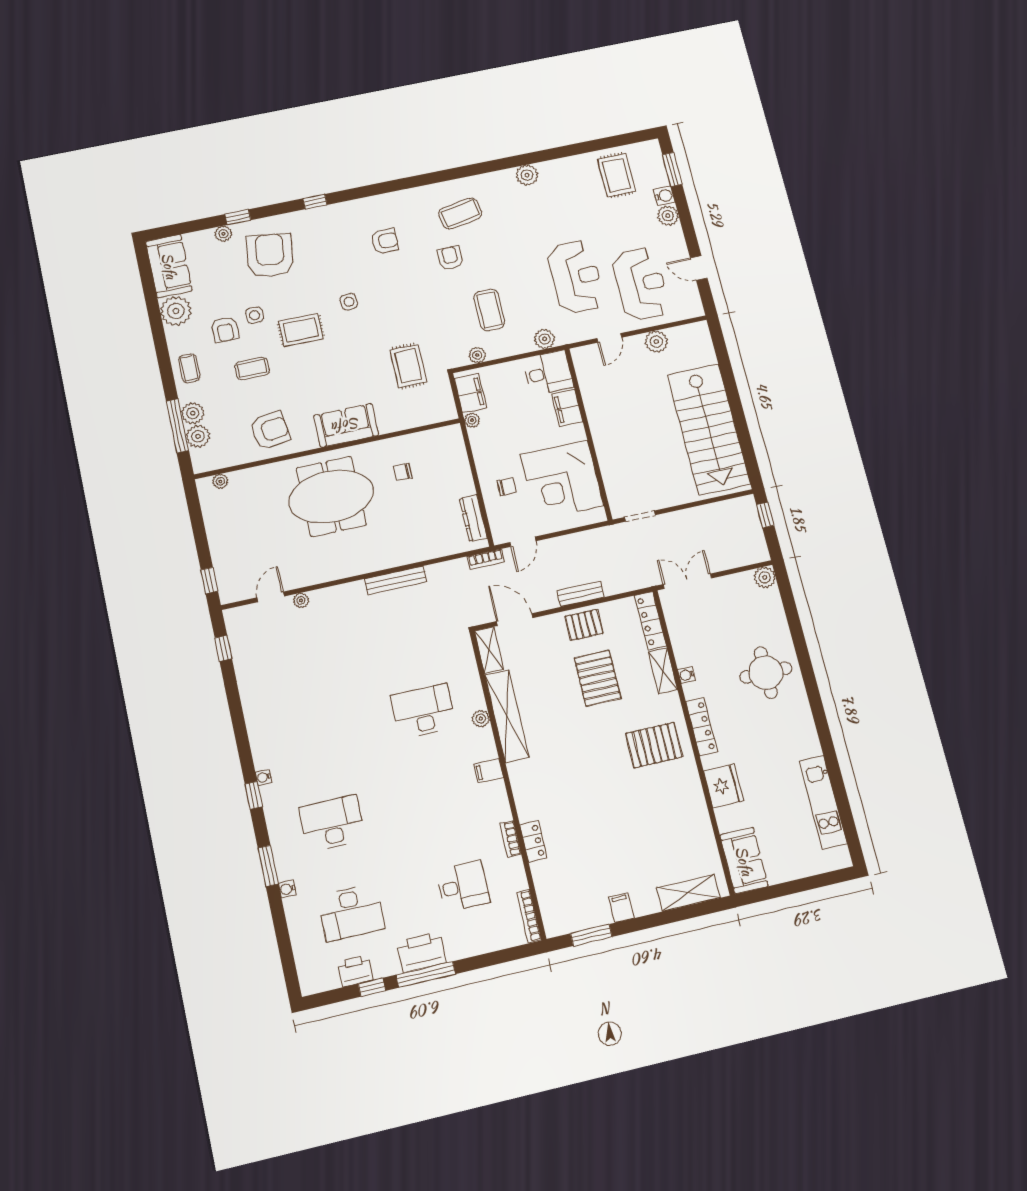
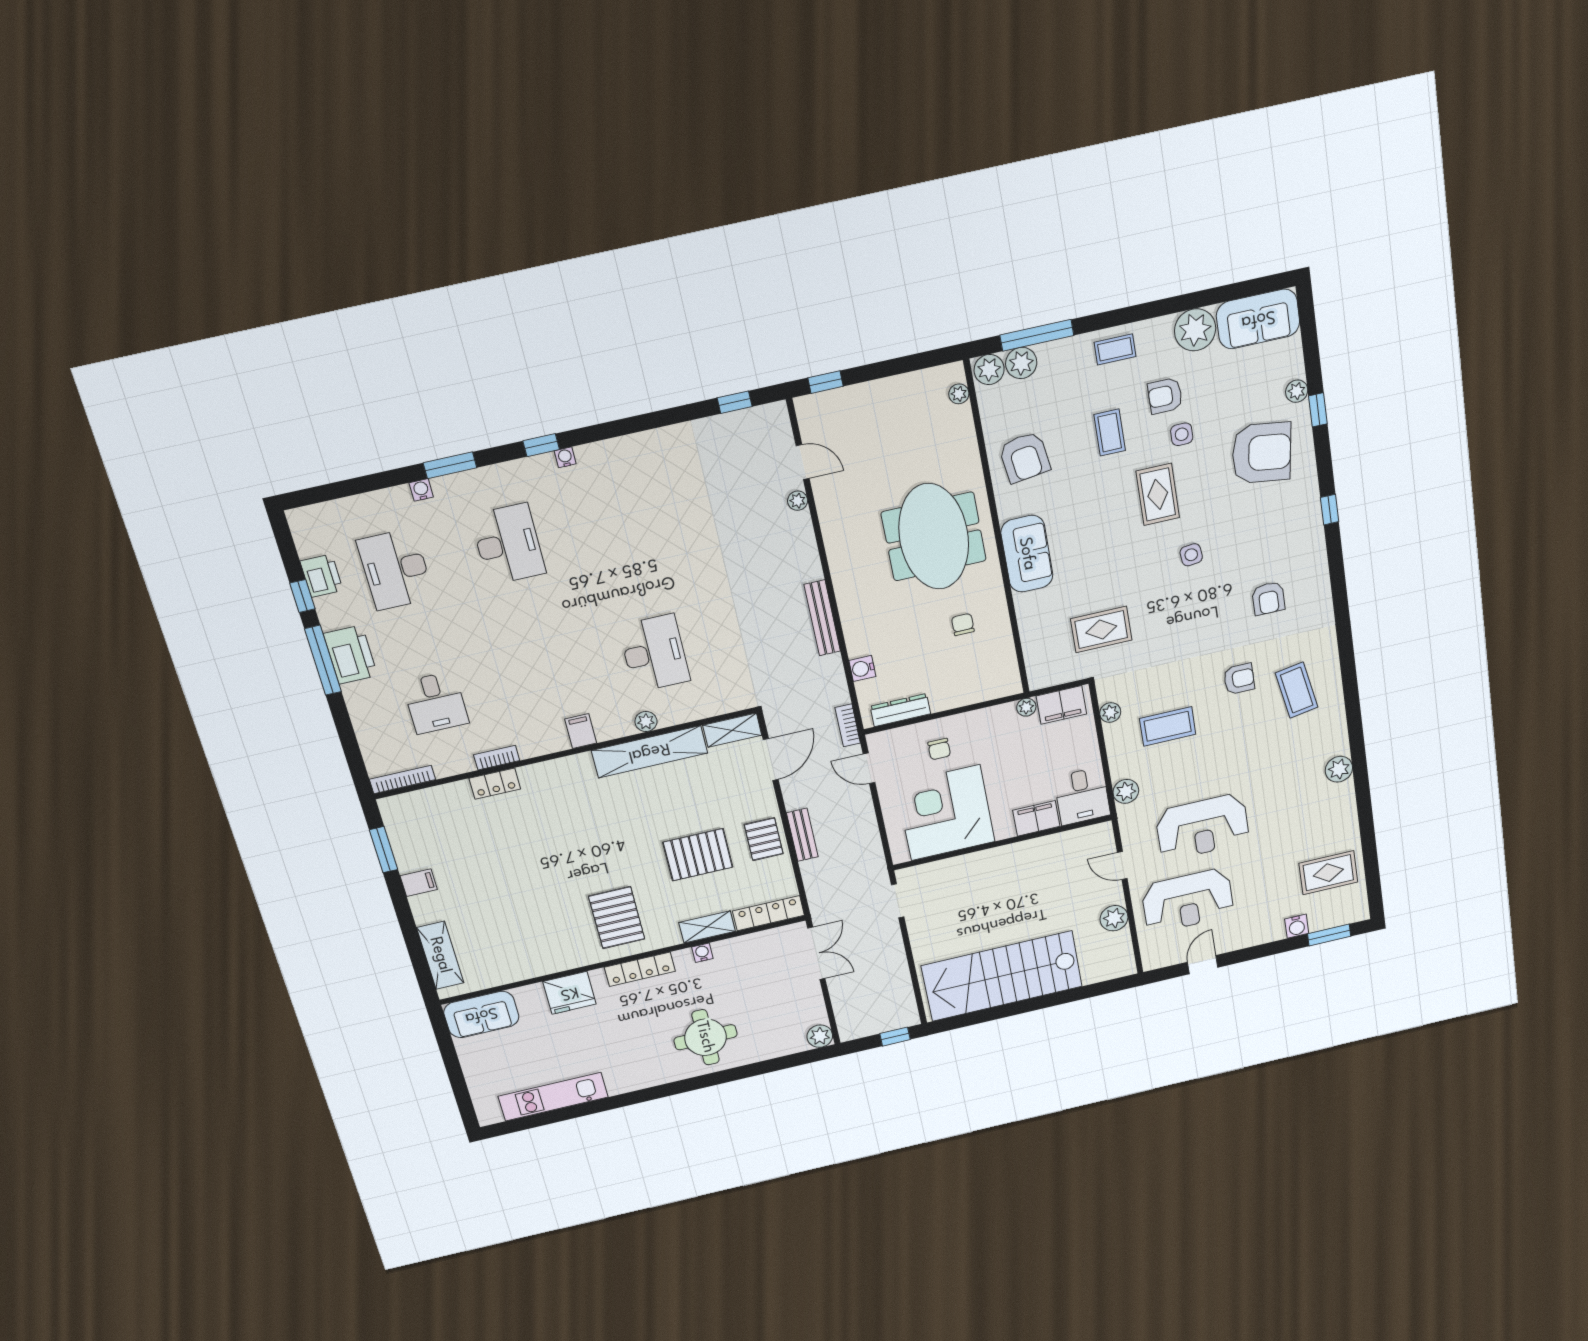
plant: (668, 216) -> (1271, 930), removed
plant: (193, 413) -> (989, 370), moved
water cooler: (438, 549) -> (862, 669), added

